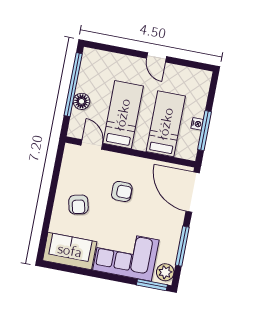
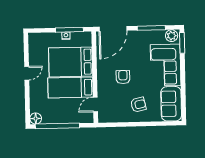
floor lamp: (82, 101) -> (36, 118), moved
bed: (166, 124) -> (71, 62), width x1.50

